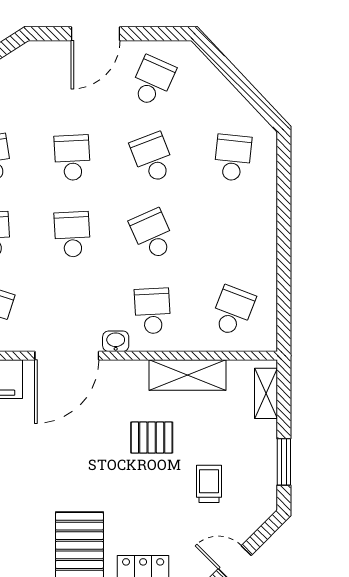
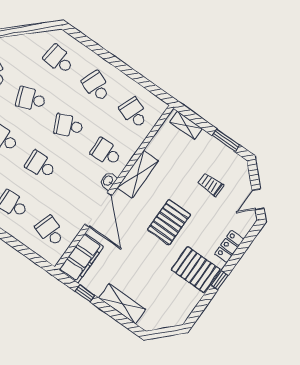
school desk: (233, 234) -> (96, 86), added
shelving: (187, 375) -> (138, 174), moved
pallet: (152, 438) -> (169, 222), moved, width x1.50, depth x1.42

